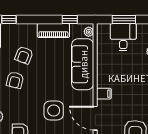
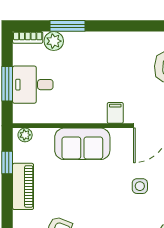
sofa: (83, 64) -> (82, 144), width x0.73
side table: (54, 110) -> (140, 186), width x0.54, depth x0.54

